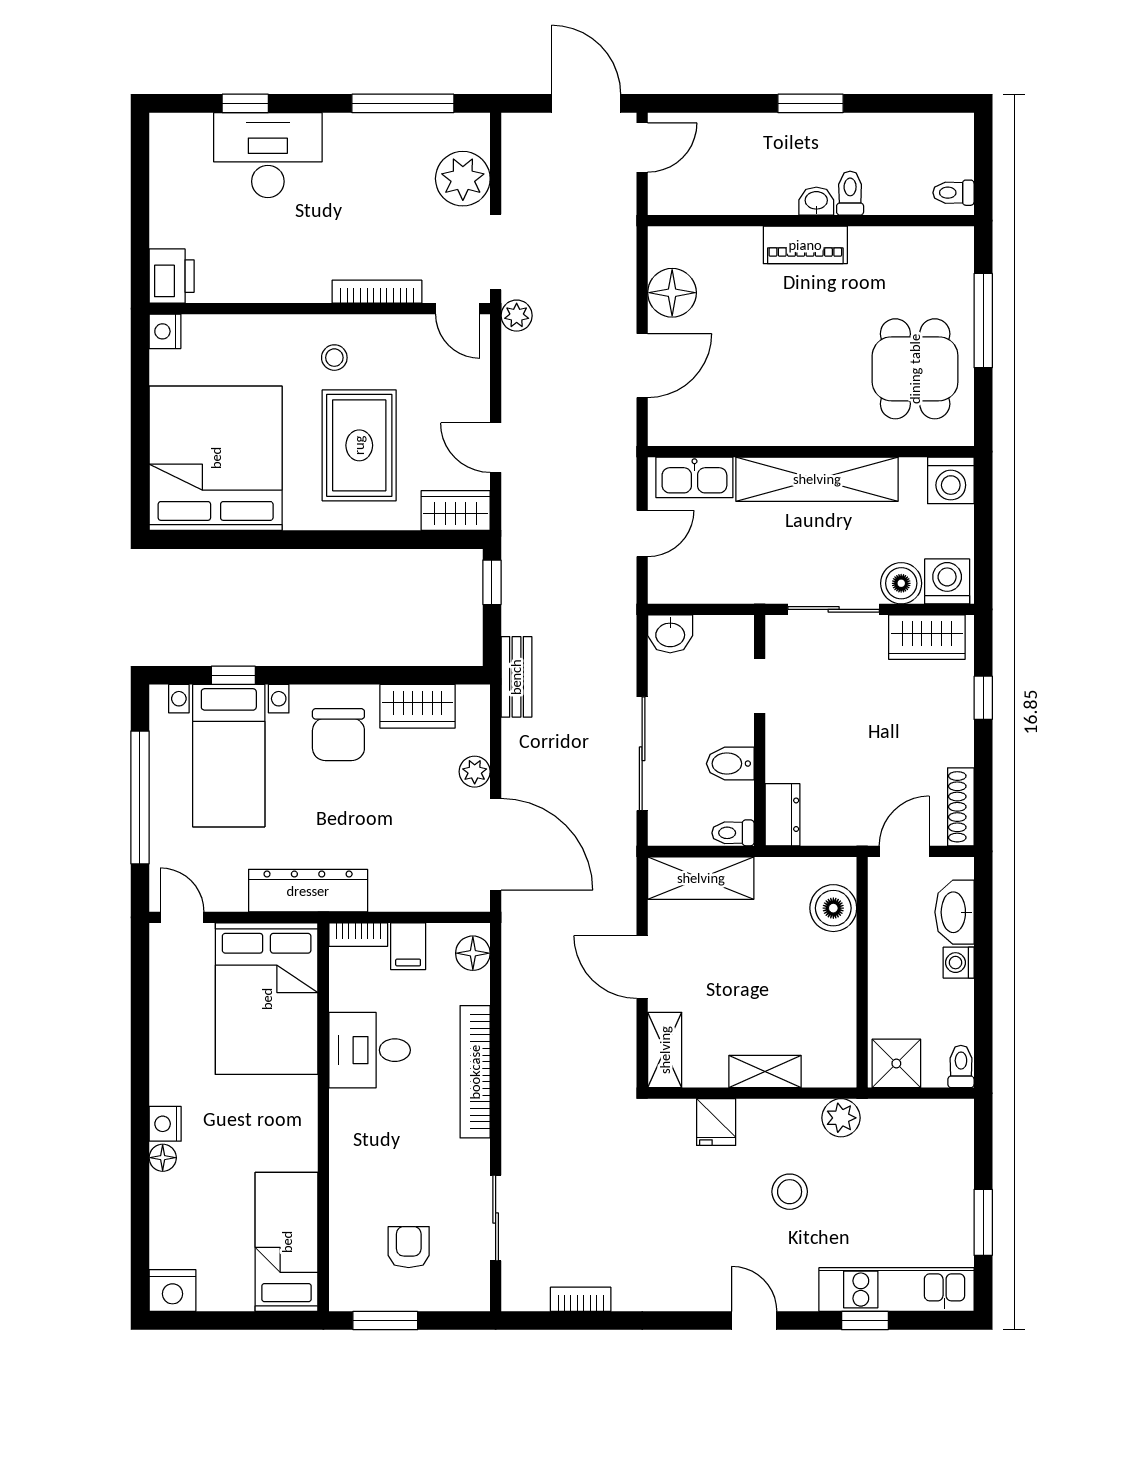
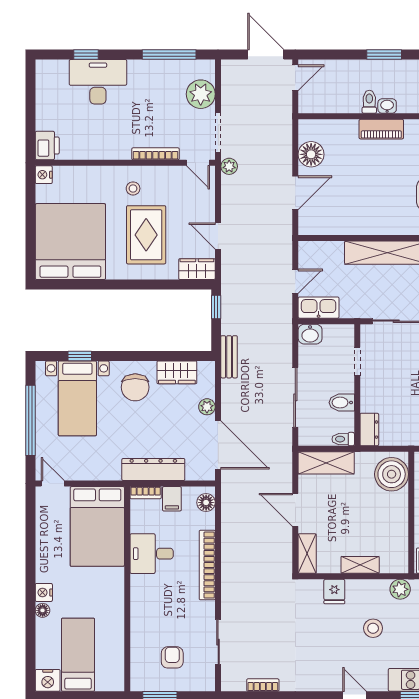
toilet: (850, 193) -> (369, 102), moved
kitchen sink: (694, 477) -> (319, 308), moved, turned 180
dresser: (308, 891) -> (153, 469), moved
boiler: (833, 908) -> (392, 474), width x1.37, depth x1.37
bed: (287, 1242) -> (78, 655), moved

